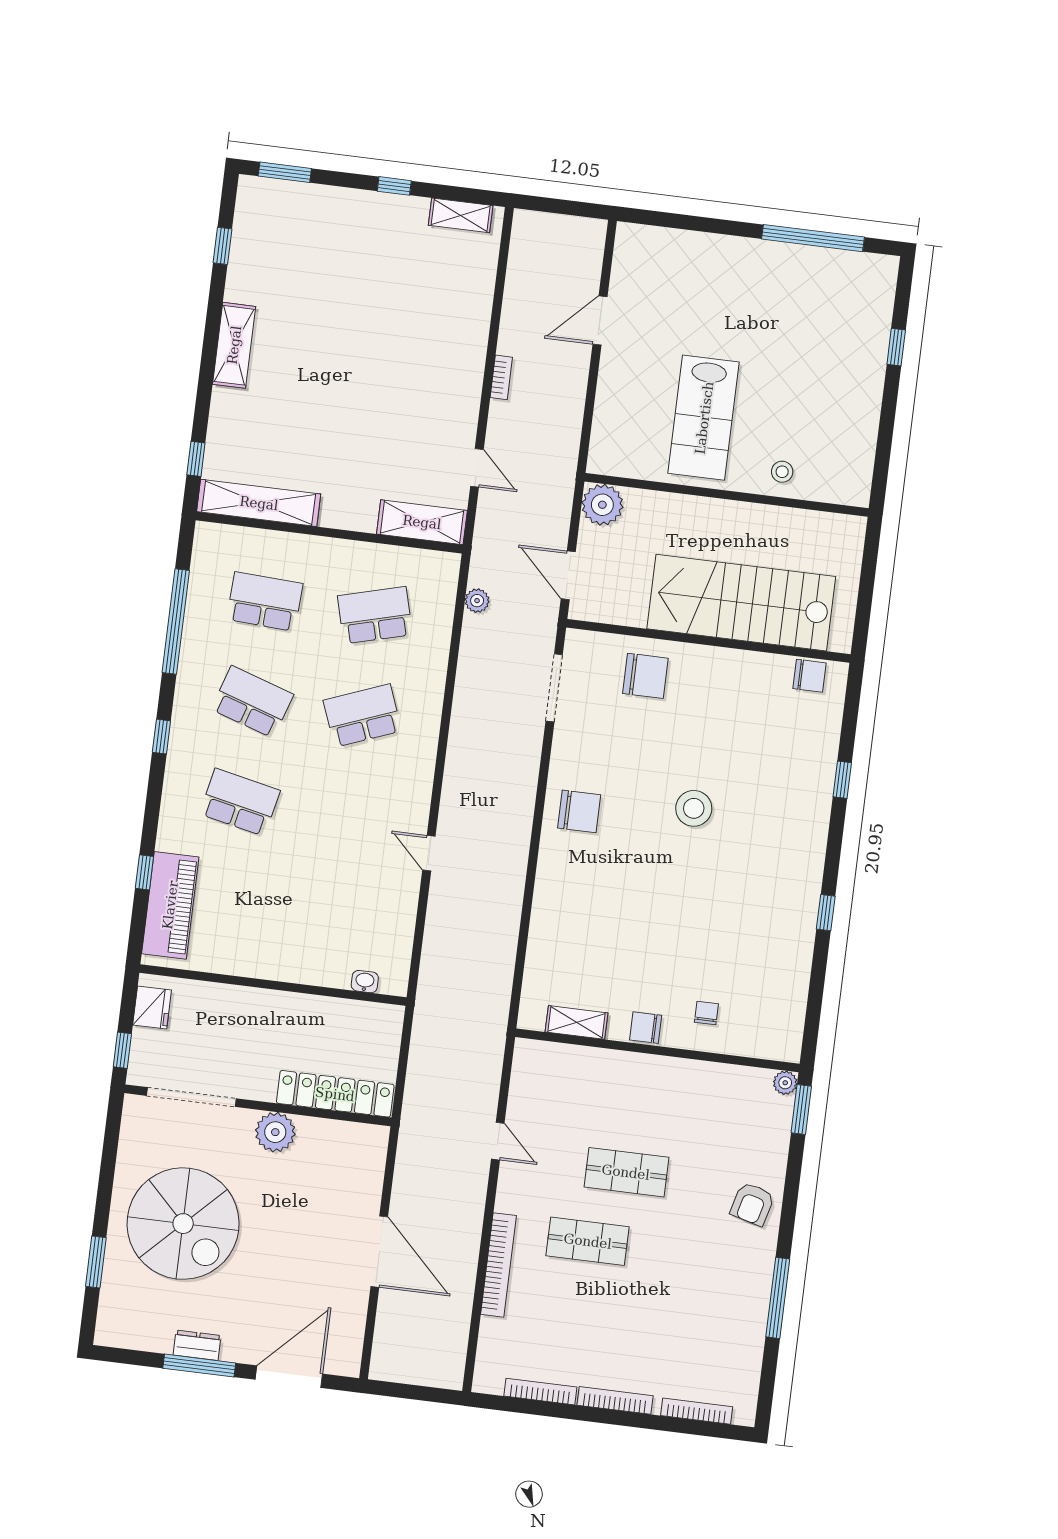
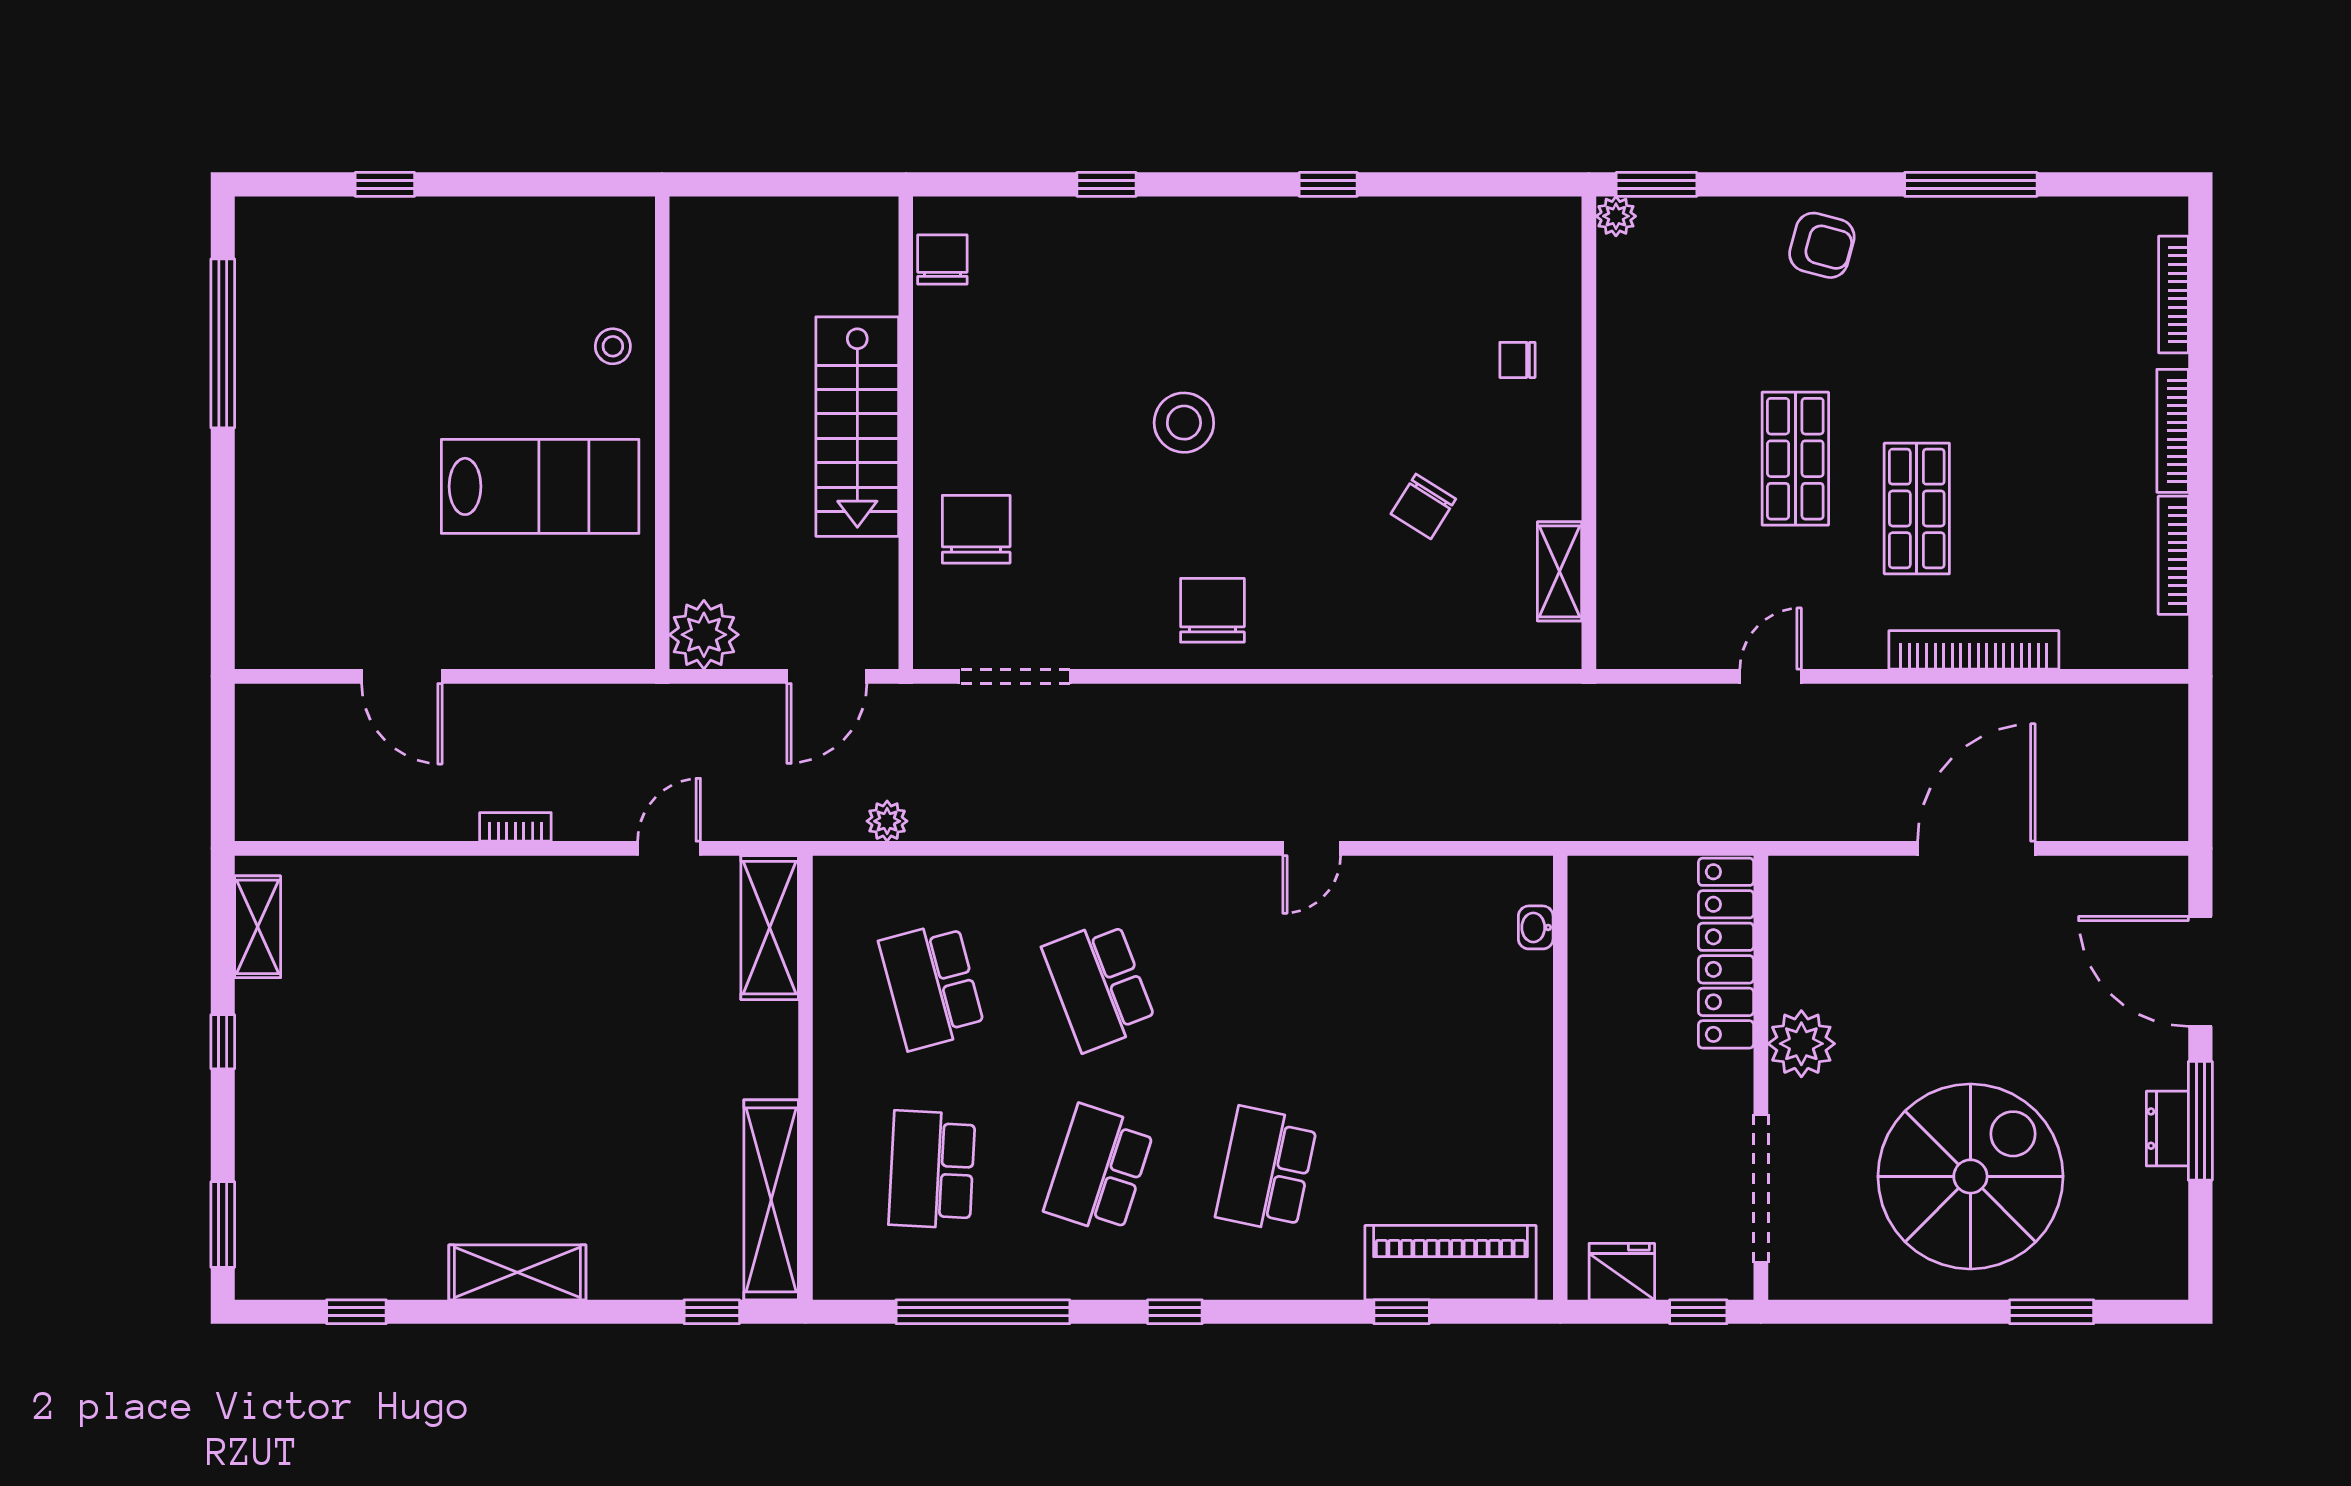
stairs: (741, 603) -> (857, 427), width x0.73, depth x0.66
chair: (646, 1028) -> (1423, 506), moved, turned 32

